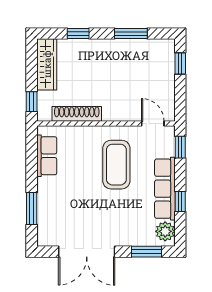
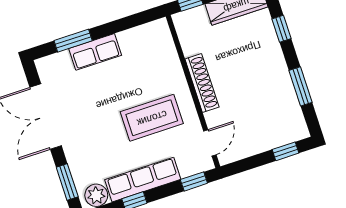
shoe rack: (77, 114) -> (202, 83), moved
row of seats: (47, 156) -> (95, 52), moved

